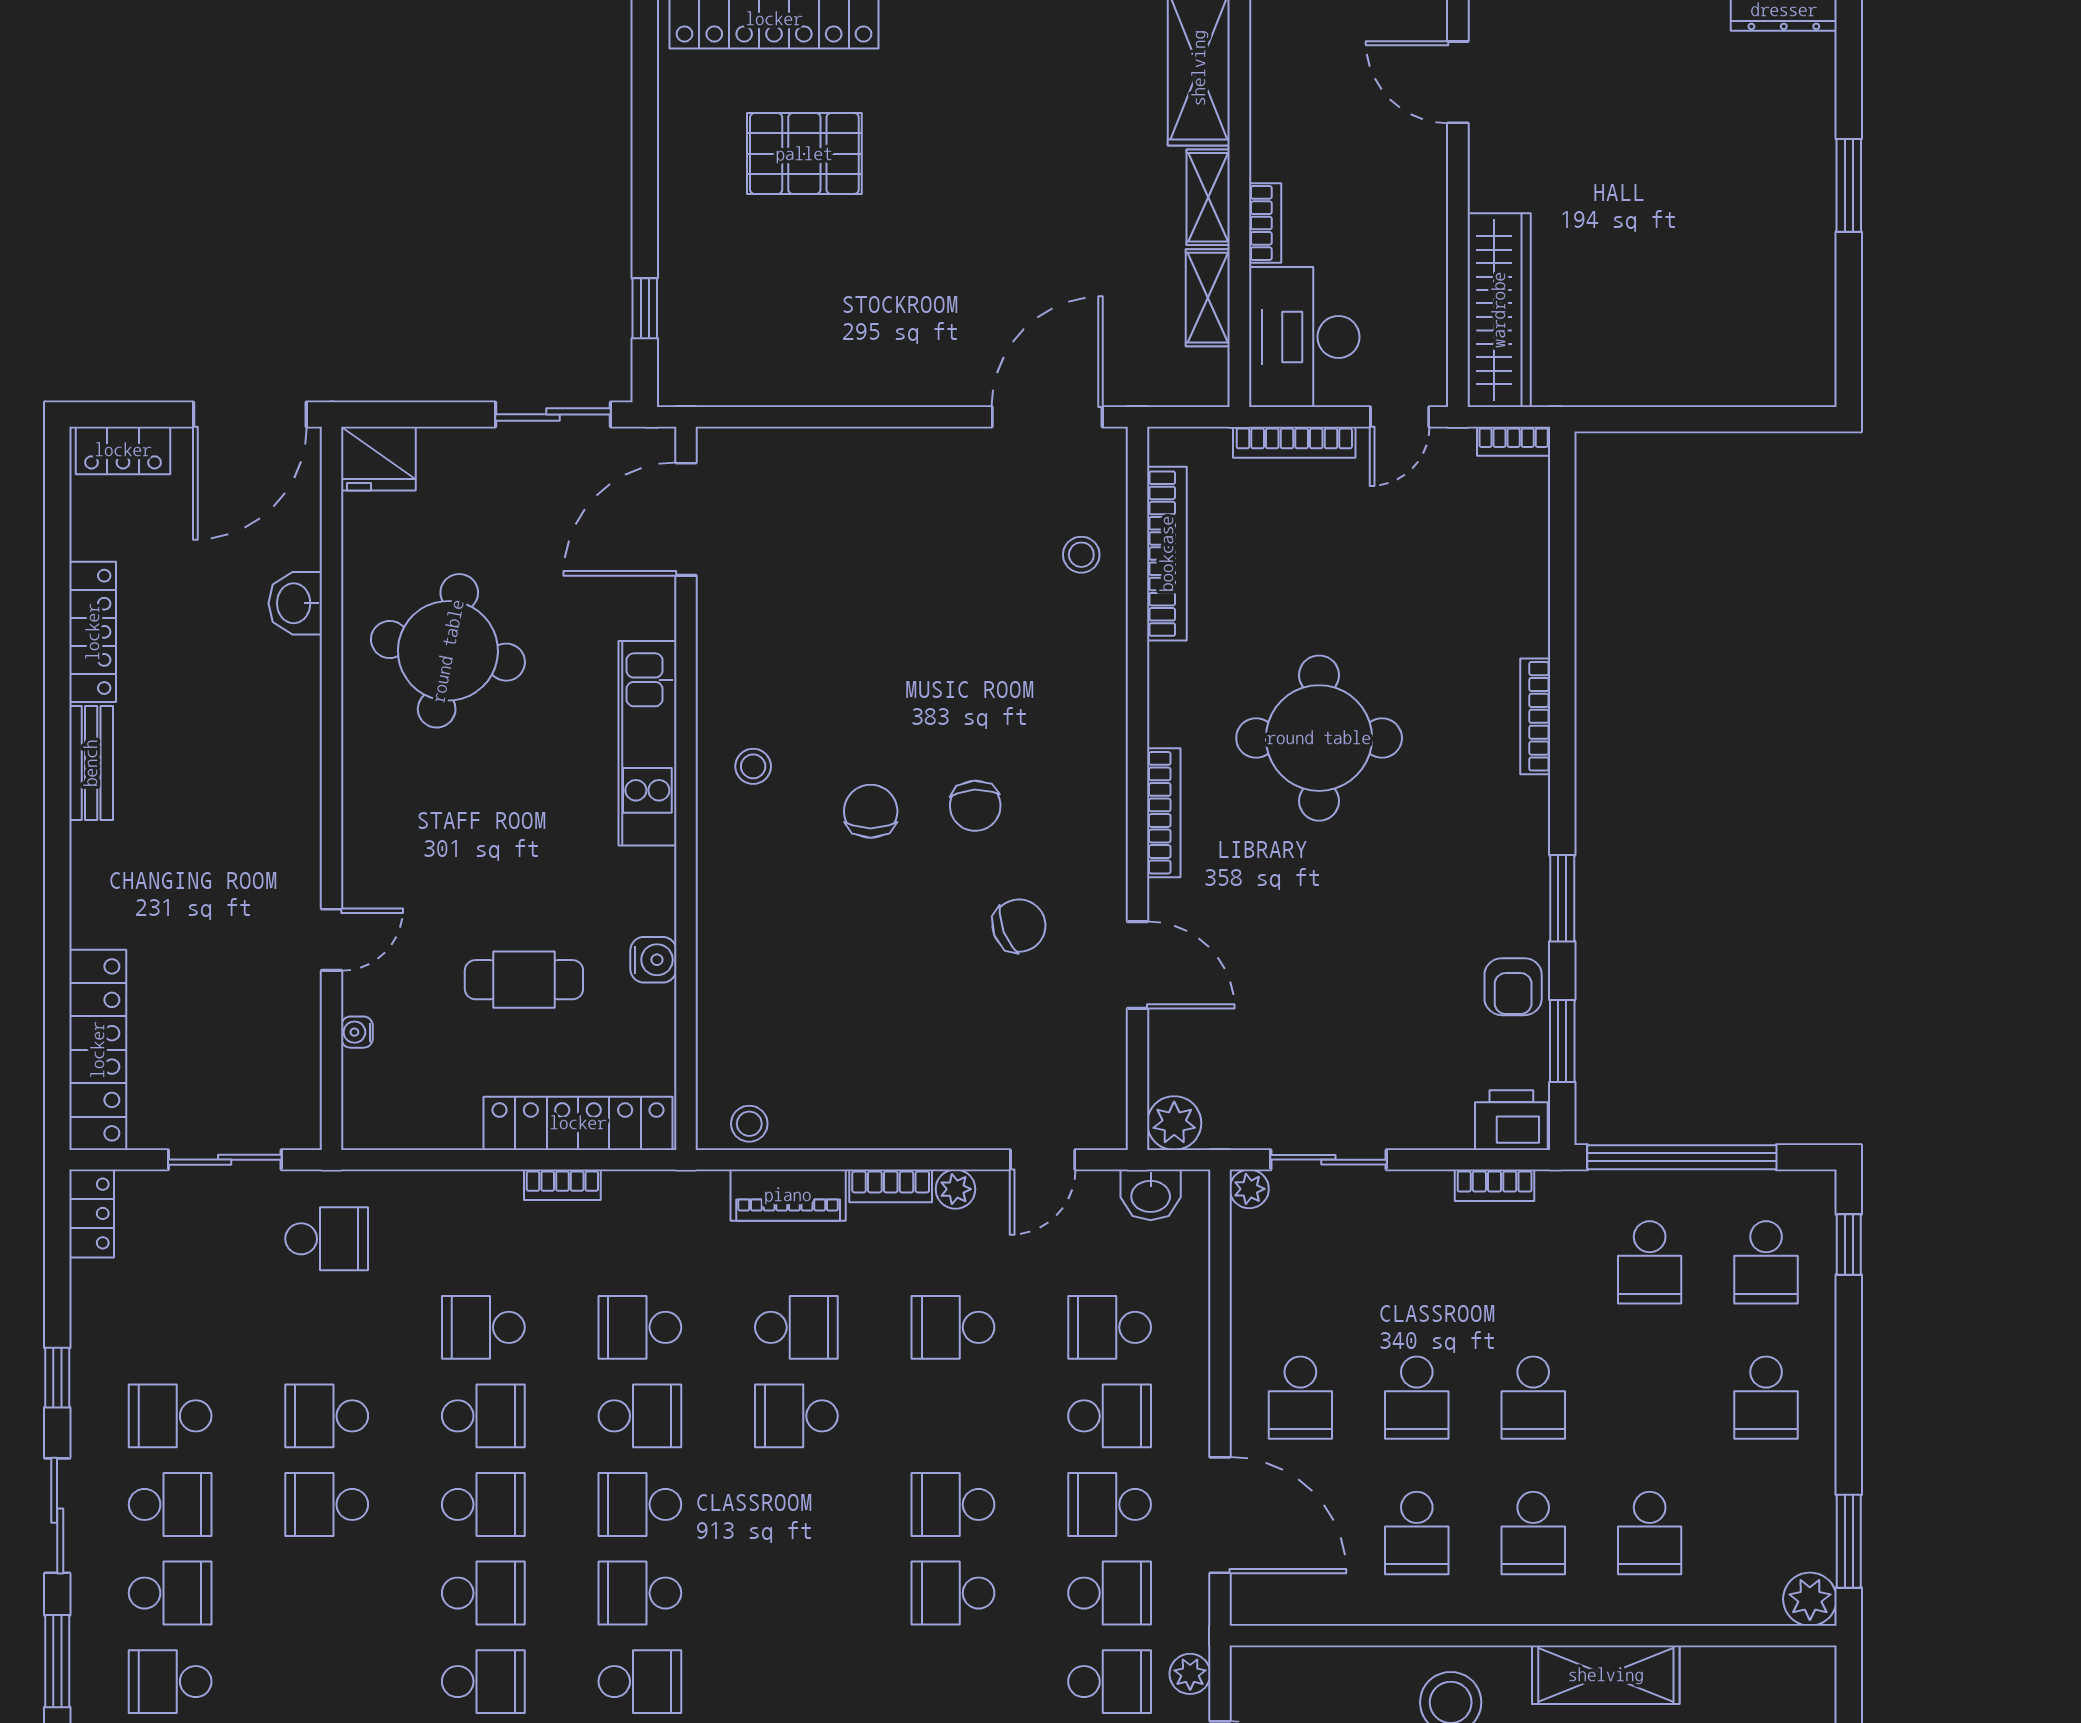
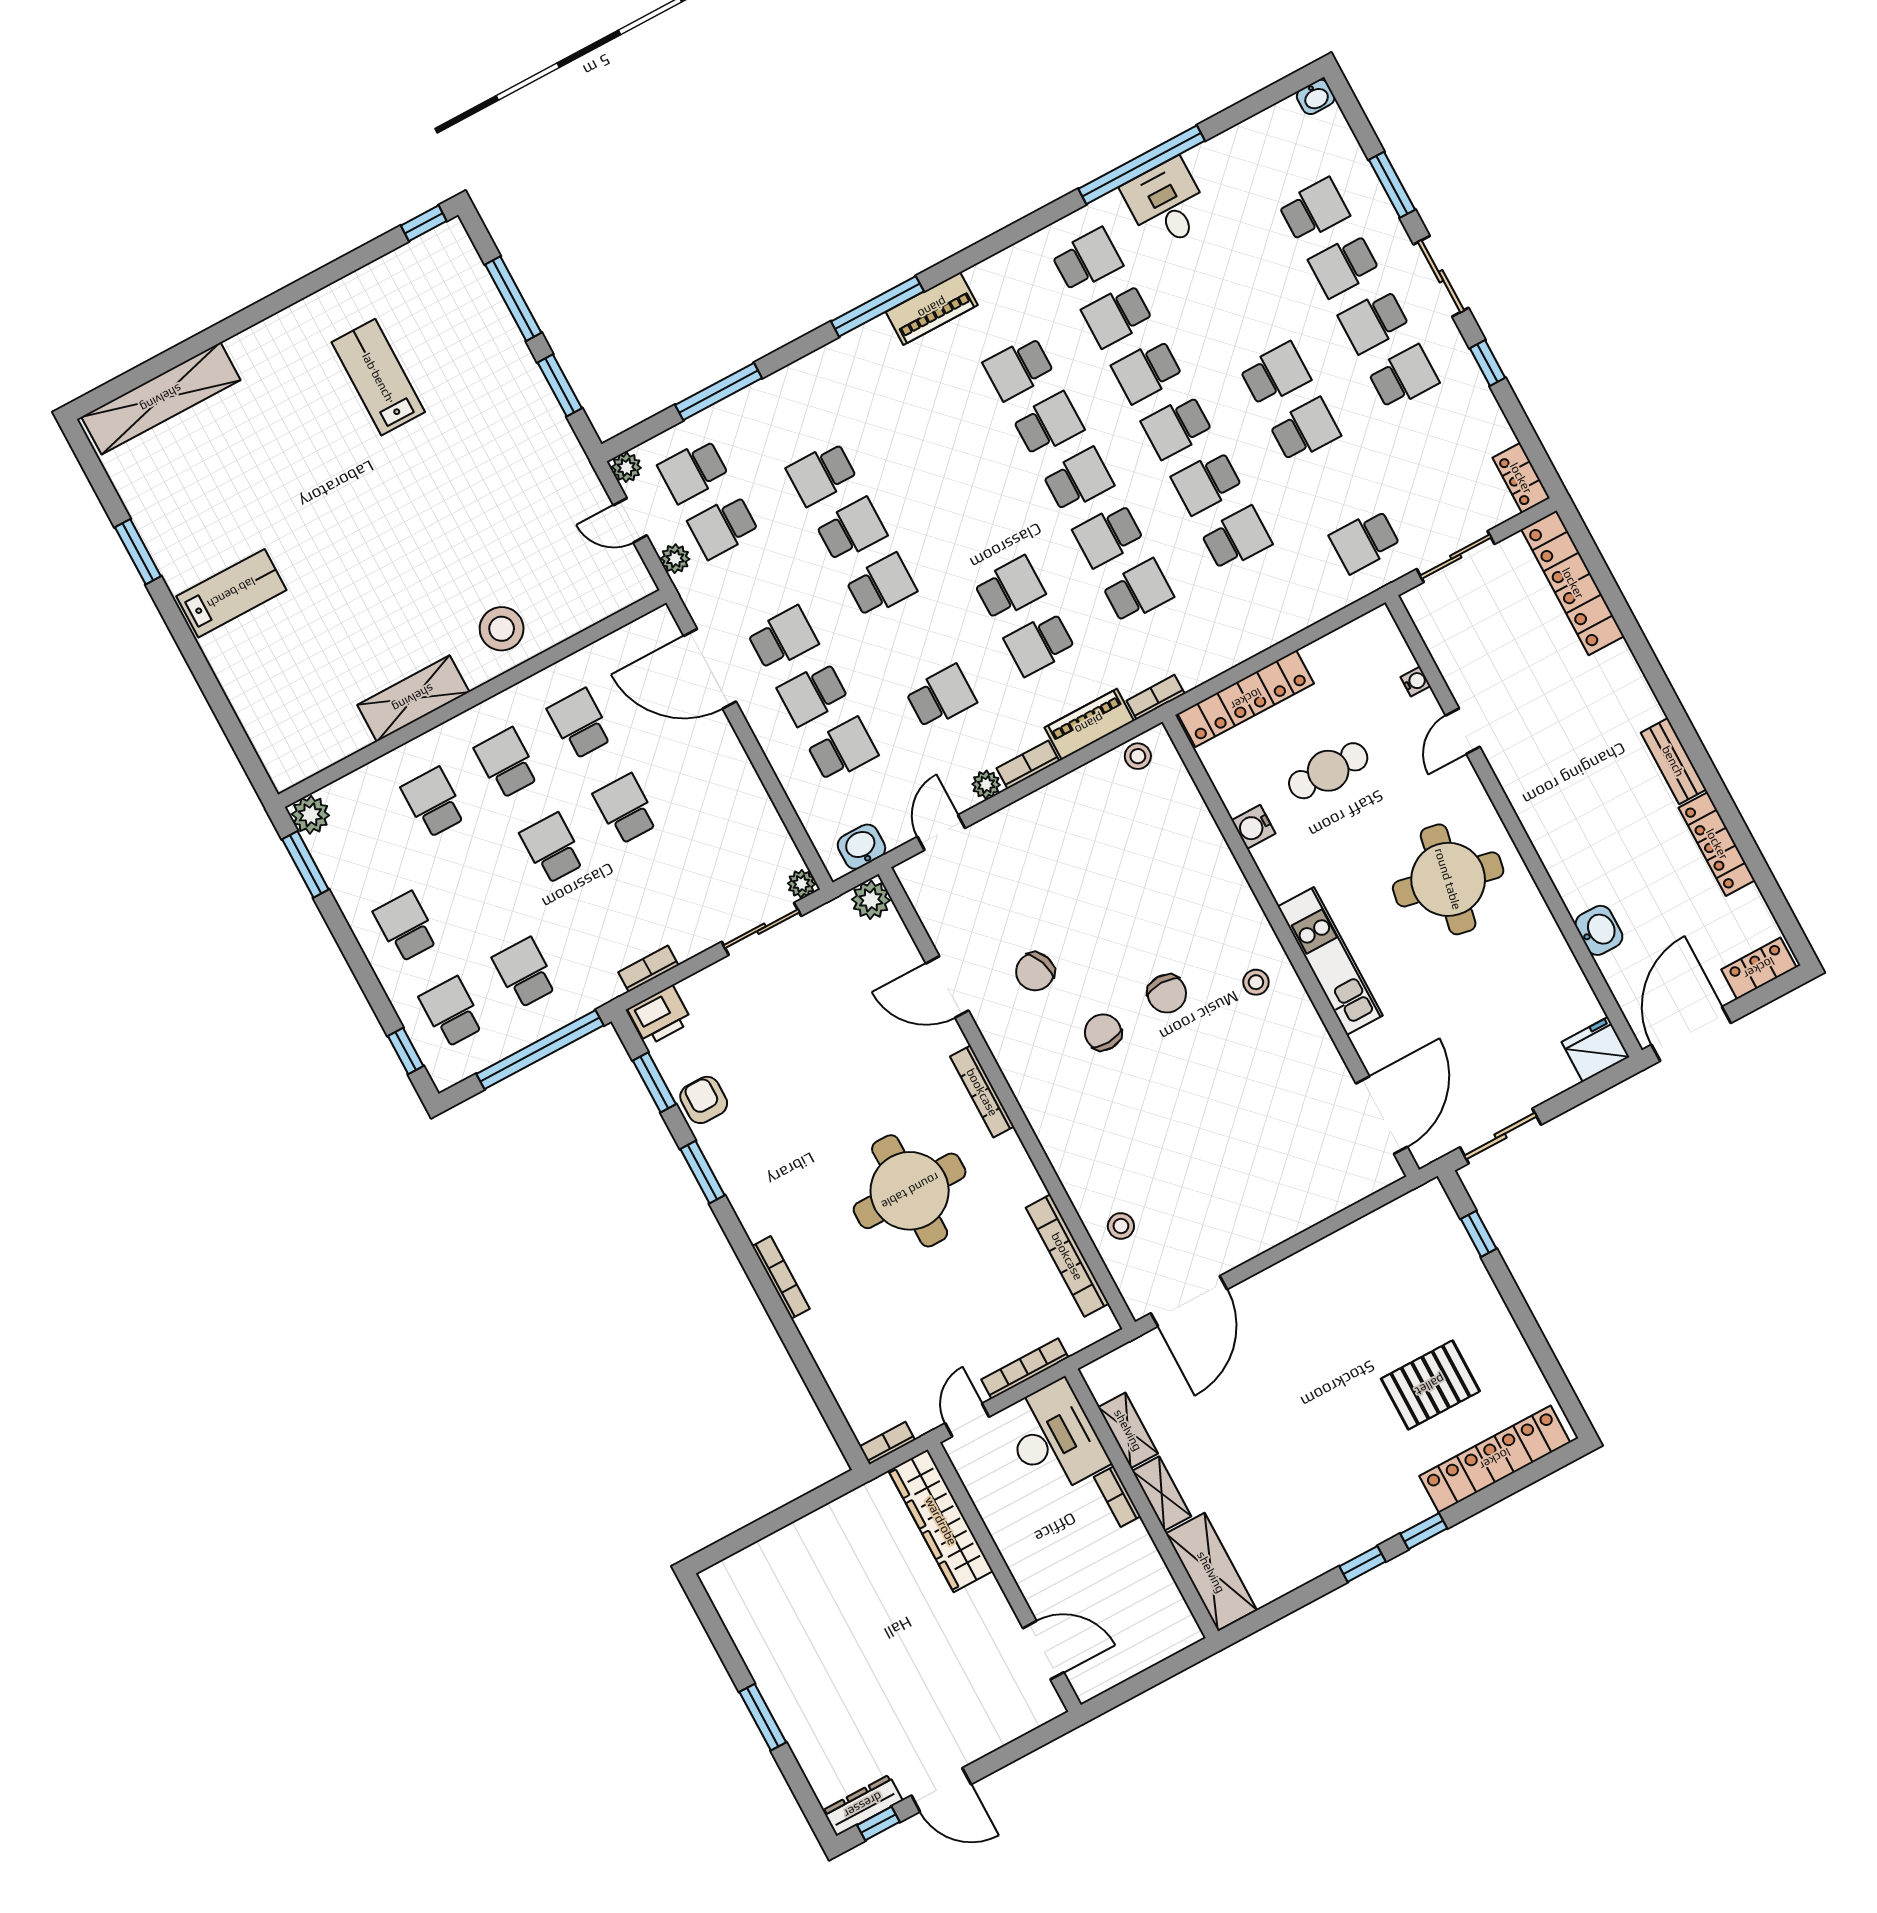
round table: (448, 651) -> (1448, 879), moved
bookcase: (562, 1185) -> (1156, 697), moved
school desk: (1300, 1398) -> (699, 770), removed
school desk: (1110, 1593) -> (822, 474), moved

